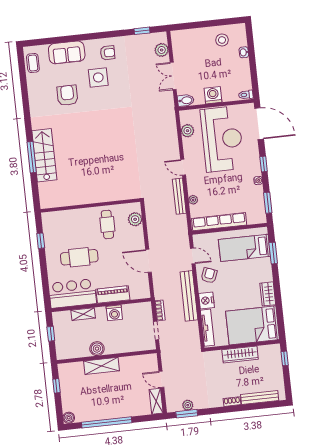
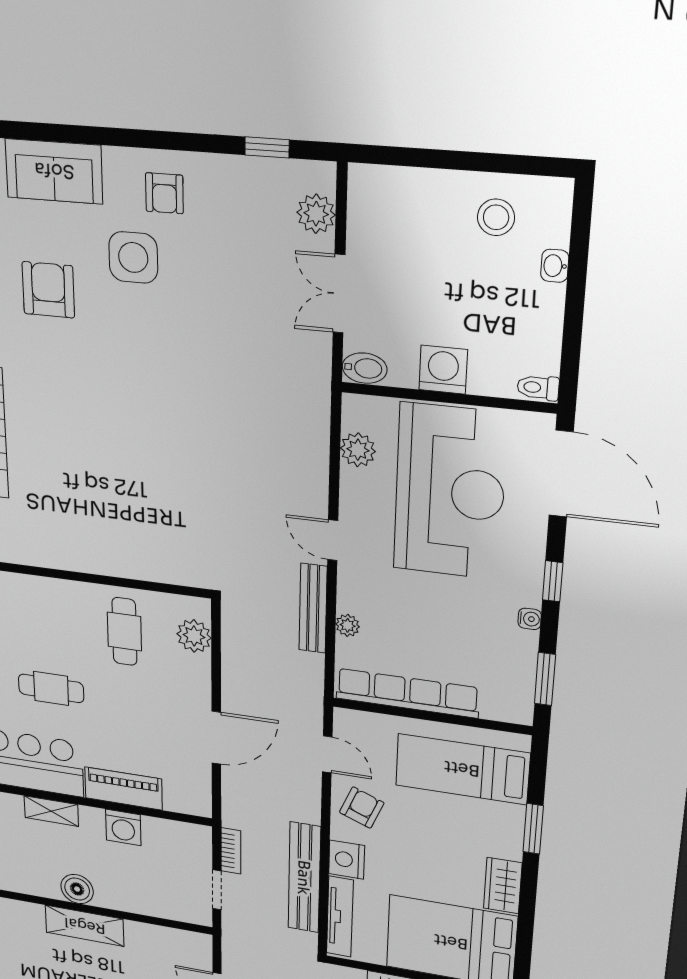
armchair: (108, 53) -> (164, 193), turned 90
window: (273, 253) -> (533, 829), moved
cafe table: (79, 257) -> (51, 688), width x0.73, depth x0.74
door: (149, 261) -> (216, 738), swing flipped
bench: (189, 296) -> (304, 878), moved

